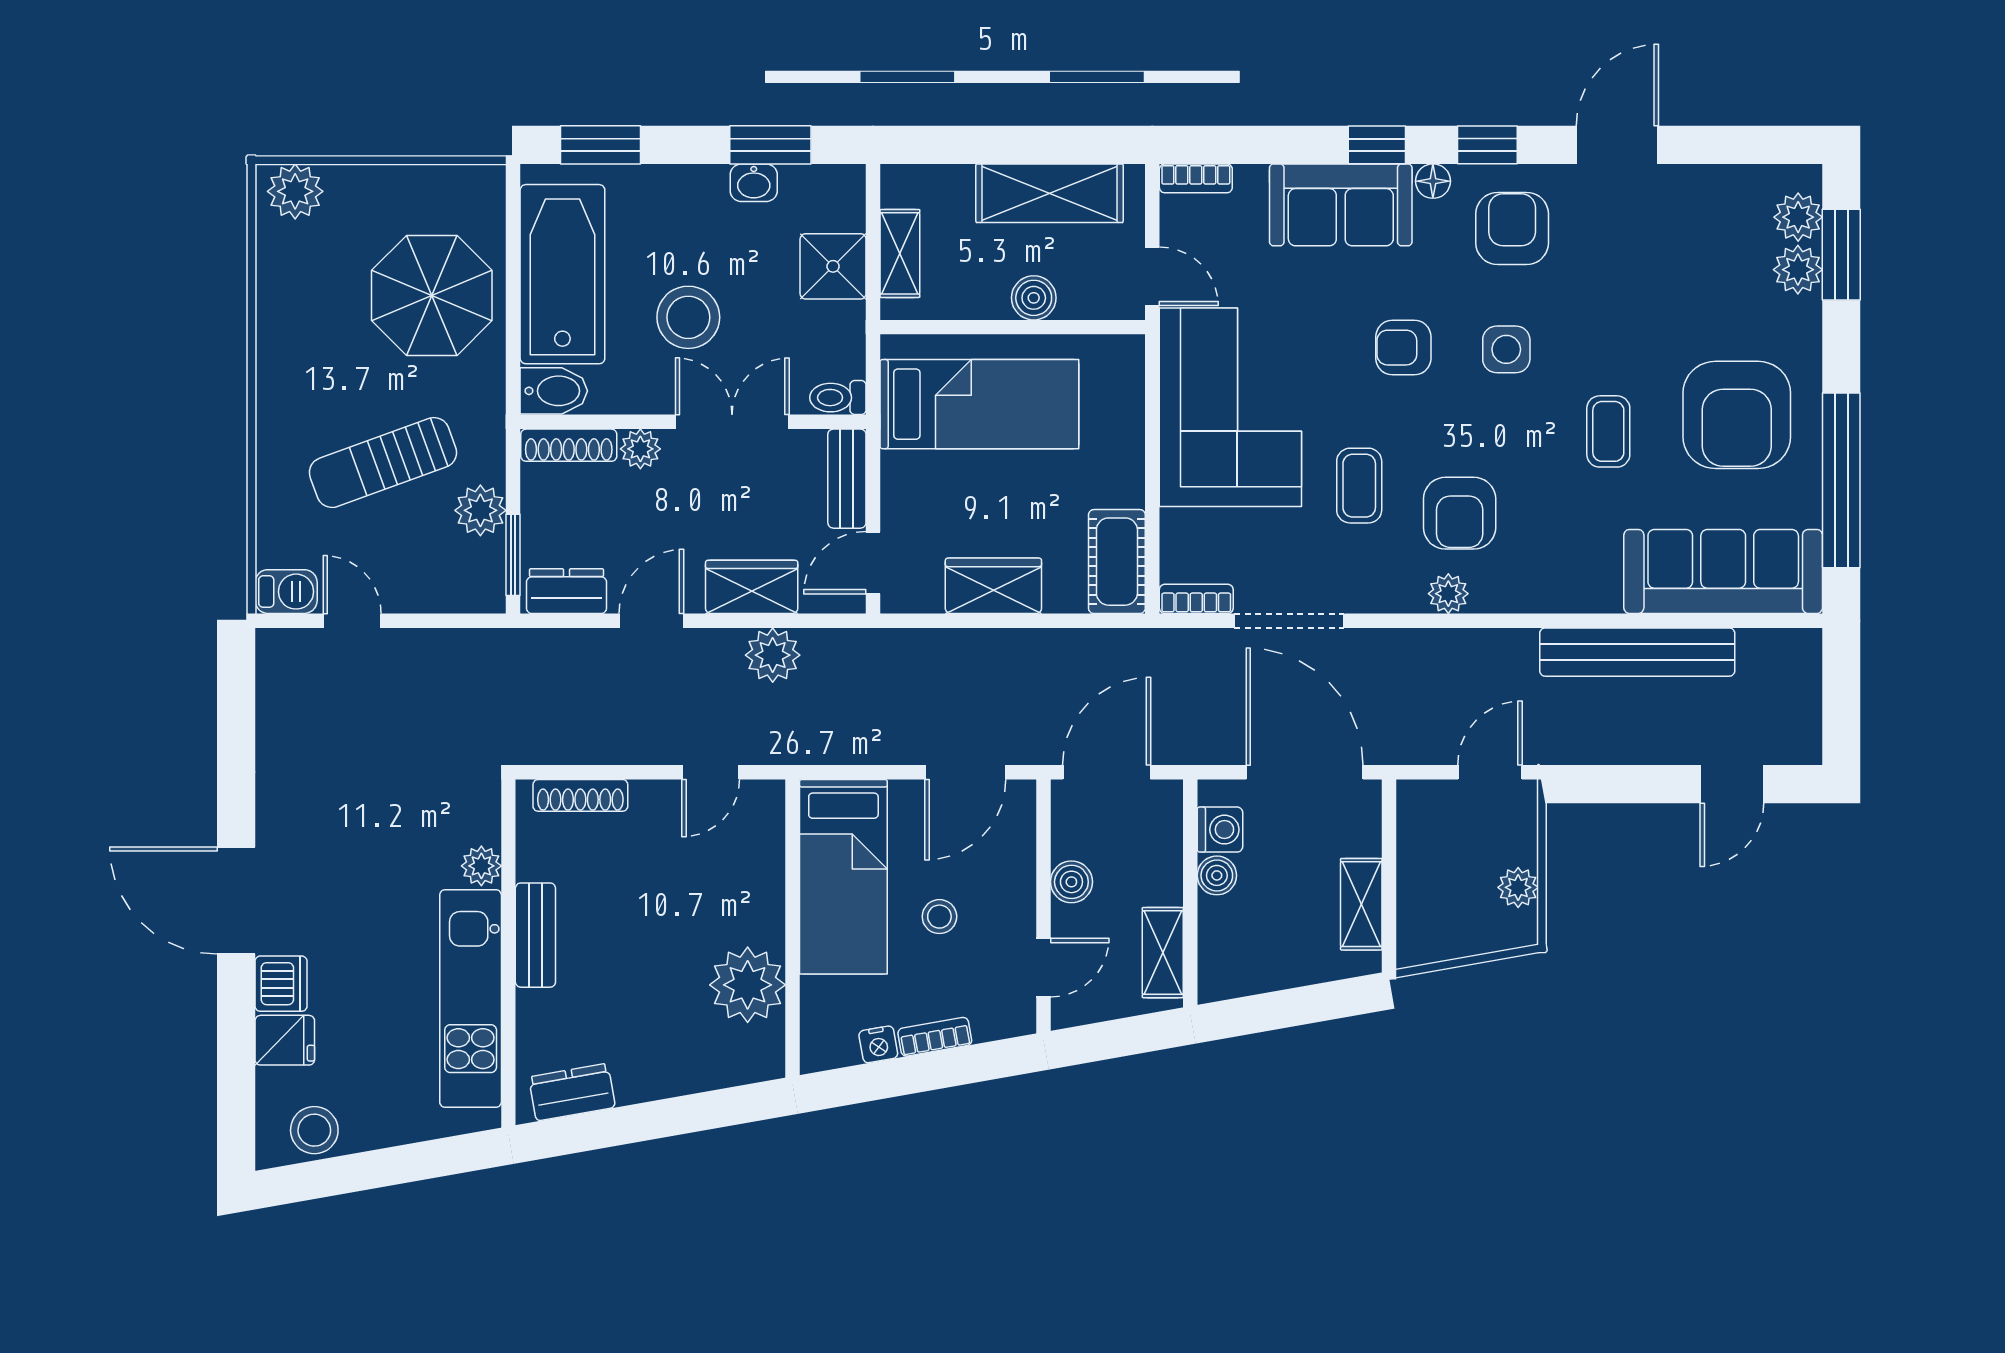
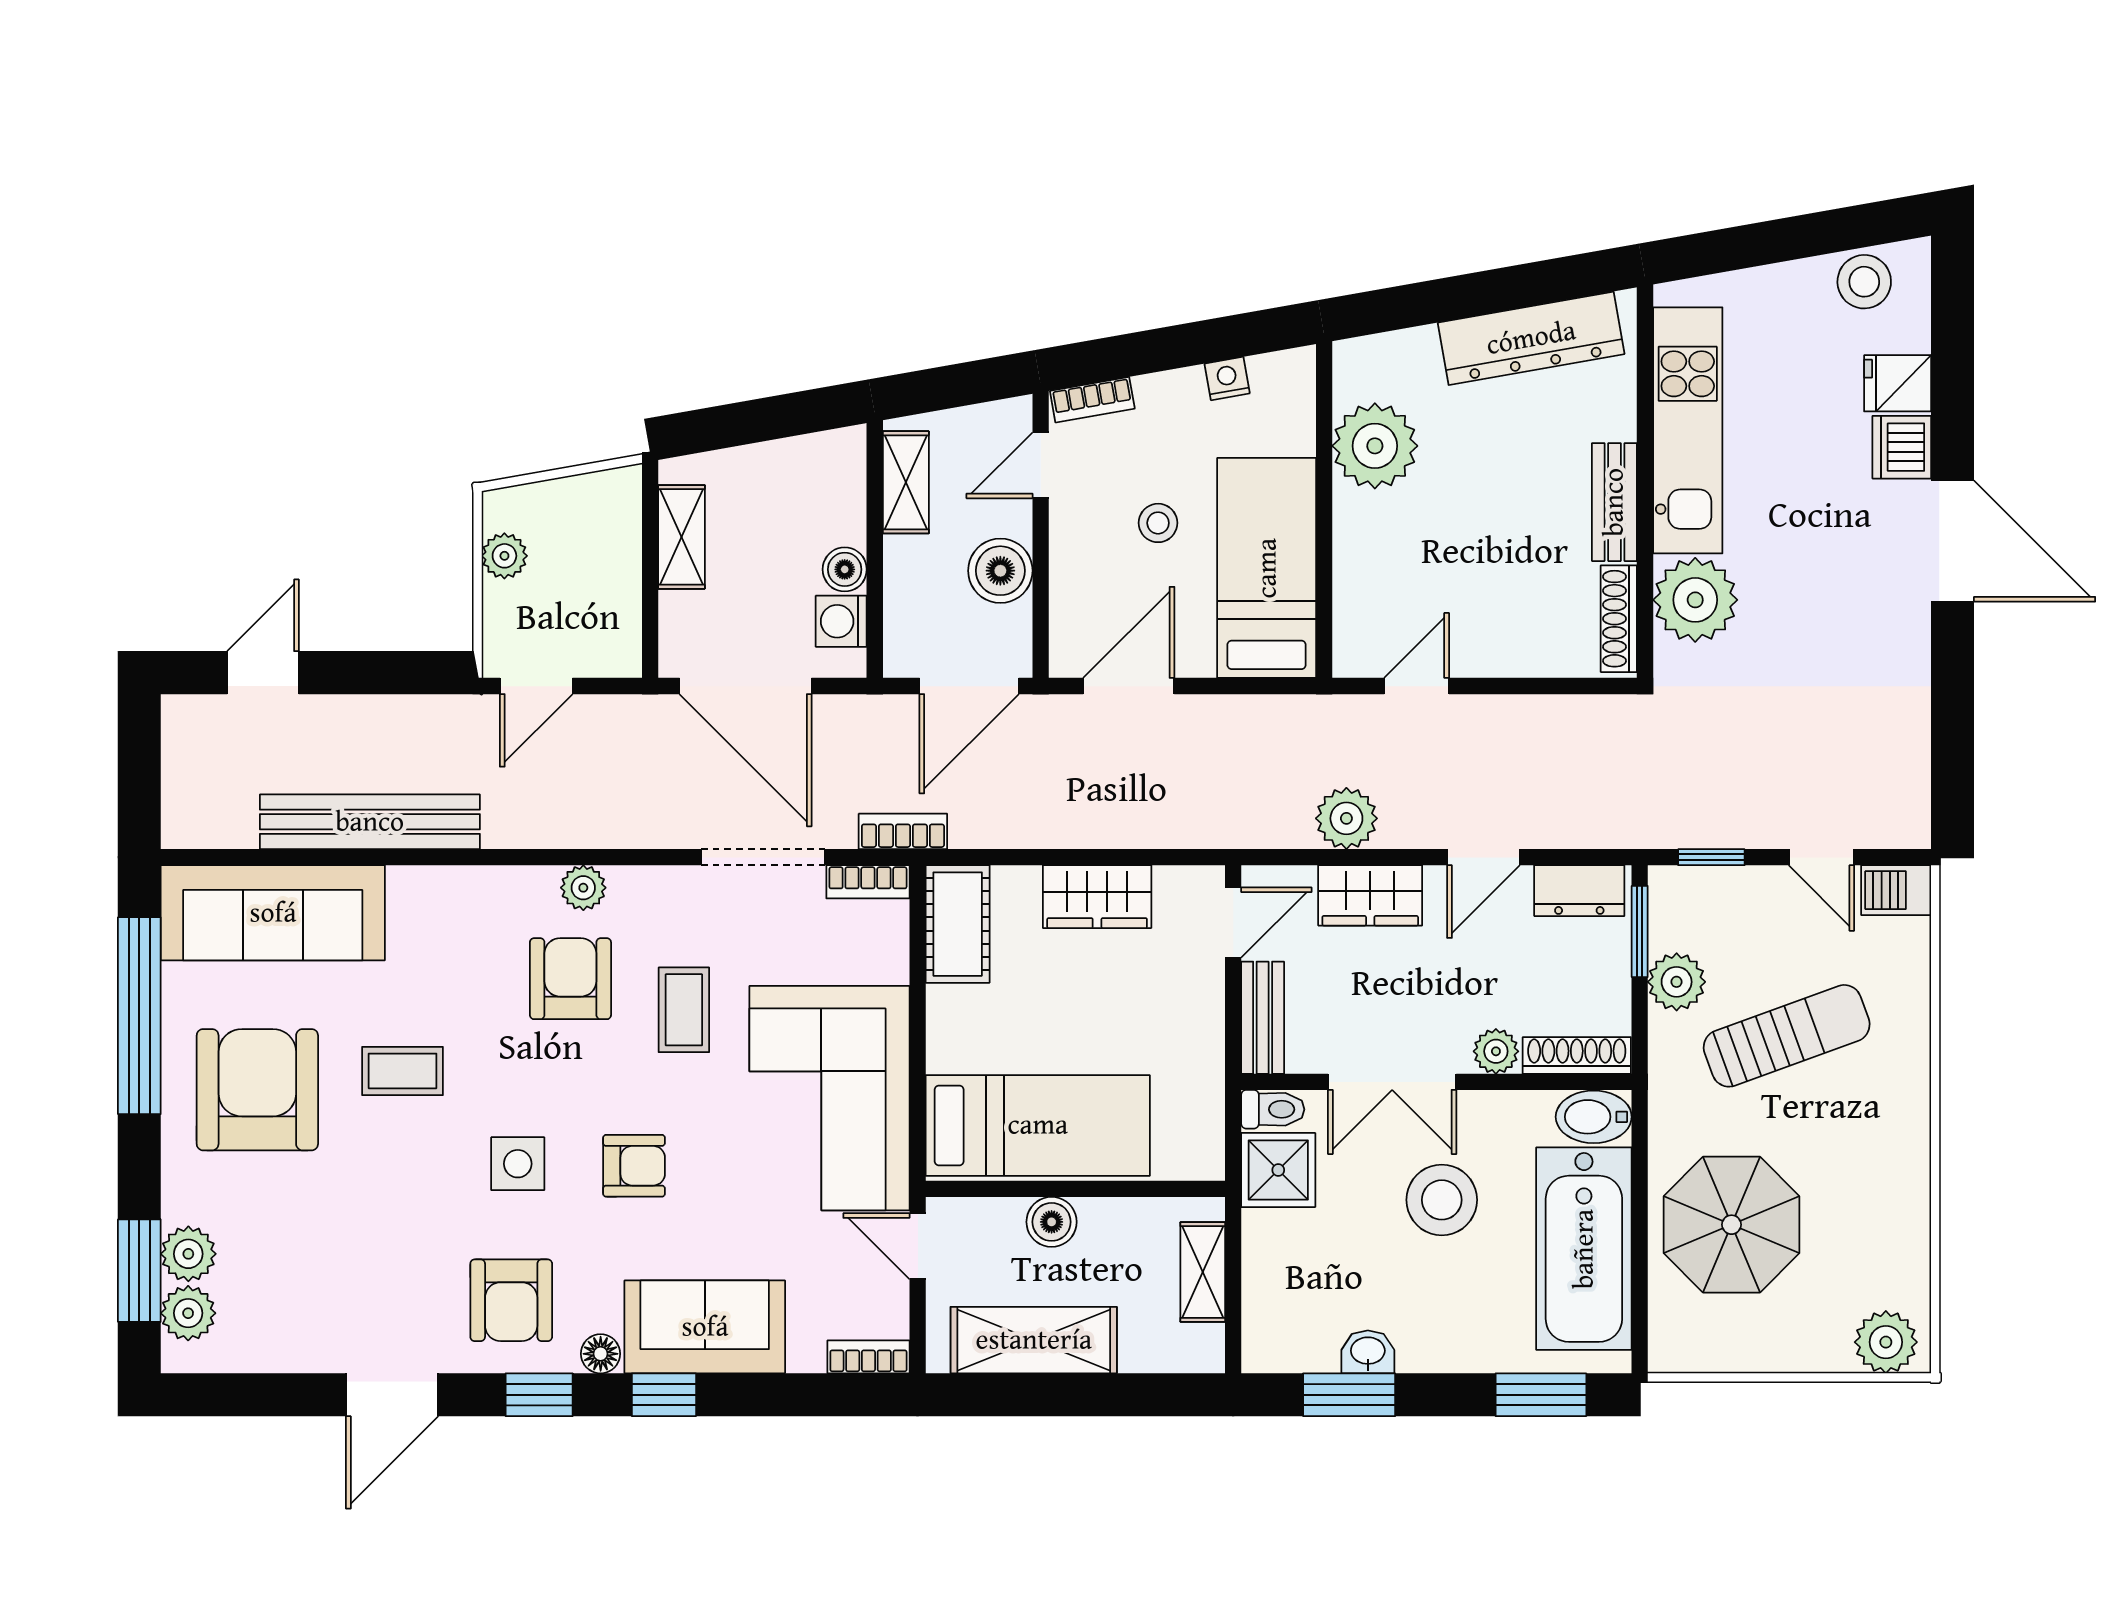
shower: (833, 266) -> (1278, 1170), moved
bed: (979, 404) -> (1038, 1125), moved, turned 180
coffee table: (1608, 431) -> (402, 1071), turned 90
window: (450, 621) -> (1711, 857), added
bookcase: (1165, 643) -> (903, 831), added
shoe rack: (580, 795) -> (1619, 619), moved, turned -90
plant: (481, 866) -> (1695, 600), width x1.88, depth x1.88
boiler: (1071, 882) -> (1000, 571), width x1.36, depth x1.36
bookcase: (935, 1037) -> (1092, 400), moved
dresser: (572, 1092) -> (1531, 338), width x1.96, depth x1.24

